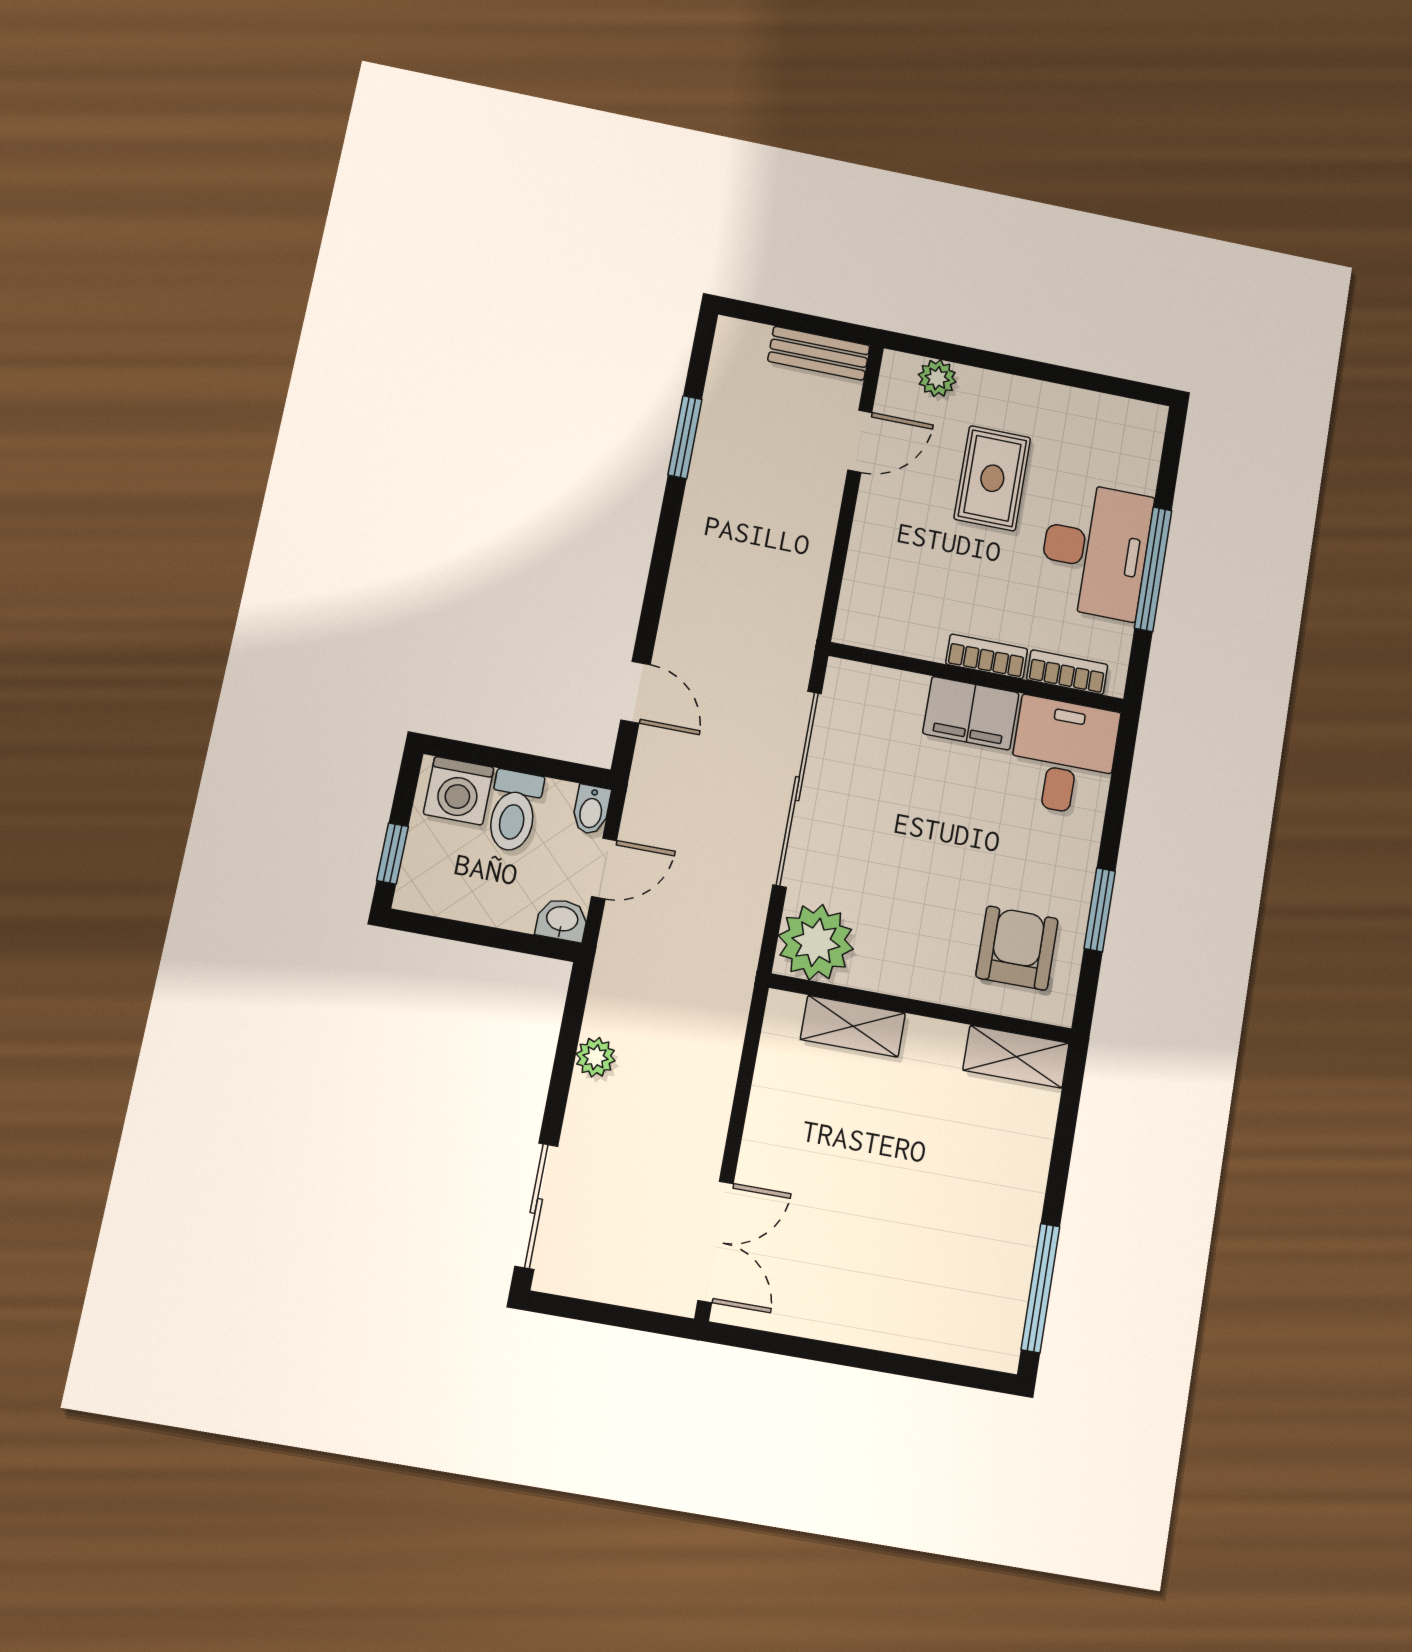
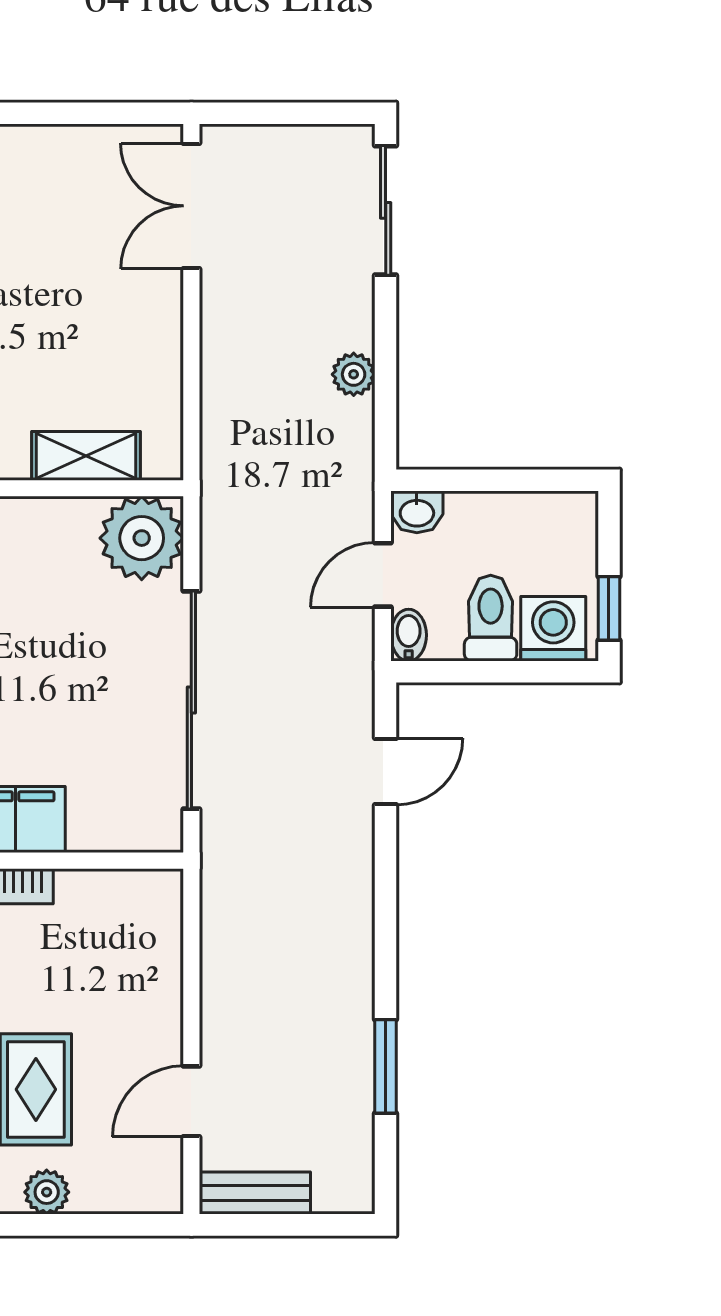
plant: (937, 378) -> (47, 1192), moved
door: (636, 692) -> (386, 772), swing flipped
window: (392, 854) -> (609, 608), moved

